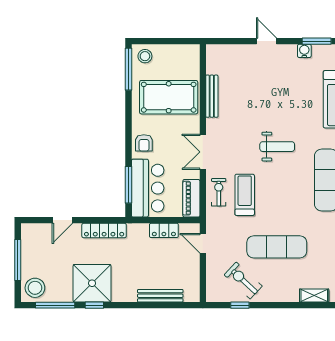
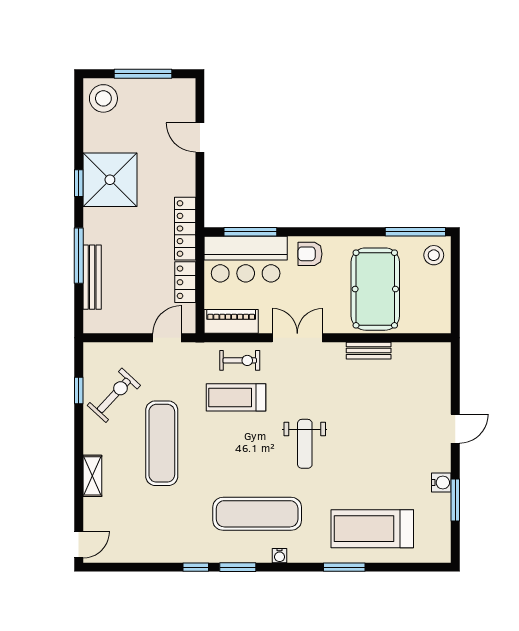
bench: (212, 96) -> (369, 351), width x0.73
treadmill: (245, 195) -> (236, 397), turned 180
locker: (104, 230) -> (185, 229), moved
shelving: (314, 296) -> (92, 476), moved
window: (55, 305) -> (79, 256), moved

